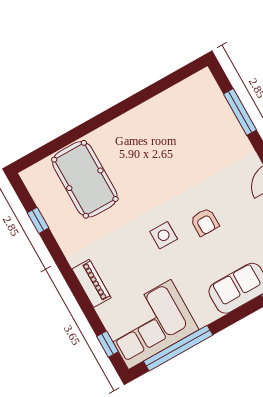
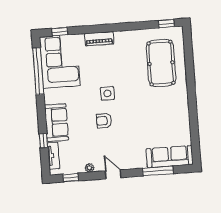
sofa: (212, 105) -> (170, 157), added
pool table: (85, 179) -> (161, 63), turned 90
window: (38, 220) -> (166, 24), moved

